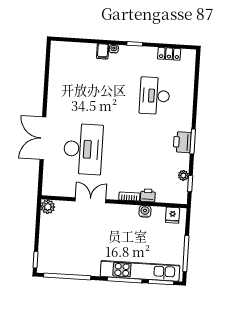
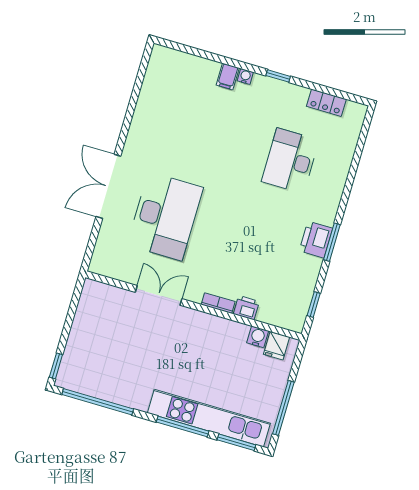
plant: (183, 175) -> (306, 290), removed
plant: (48, 207) -> (92, 291), removed
water cooler: (145, 211) -> (258, 337), moved

